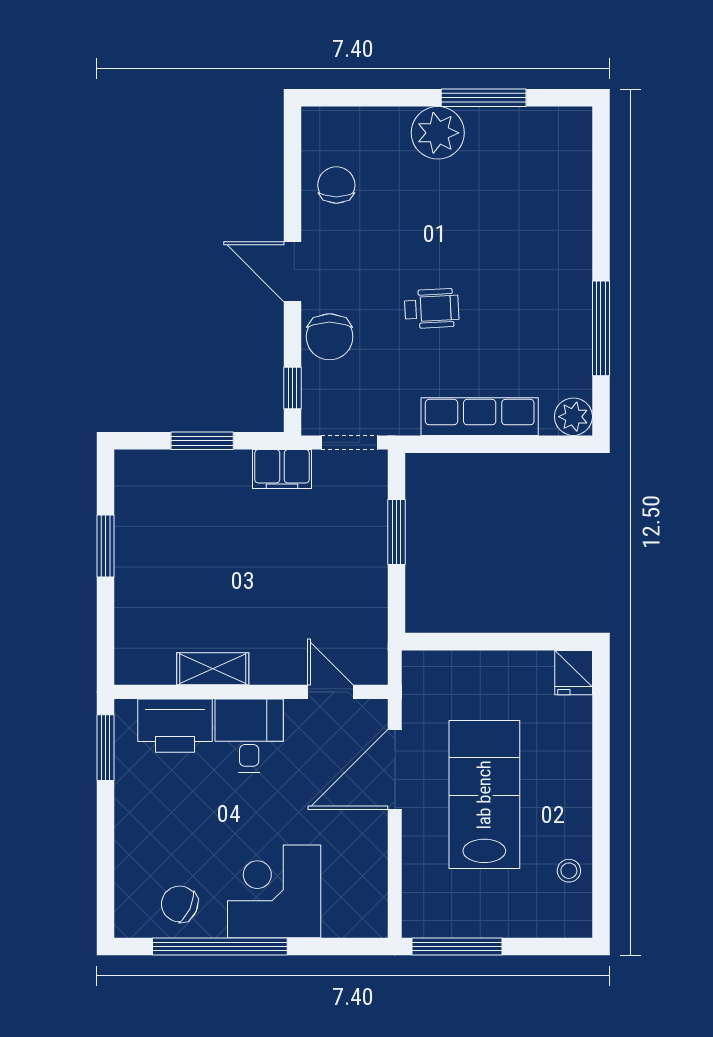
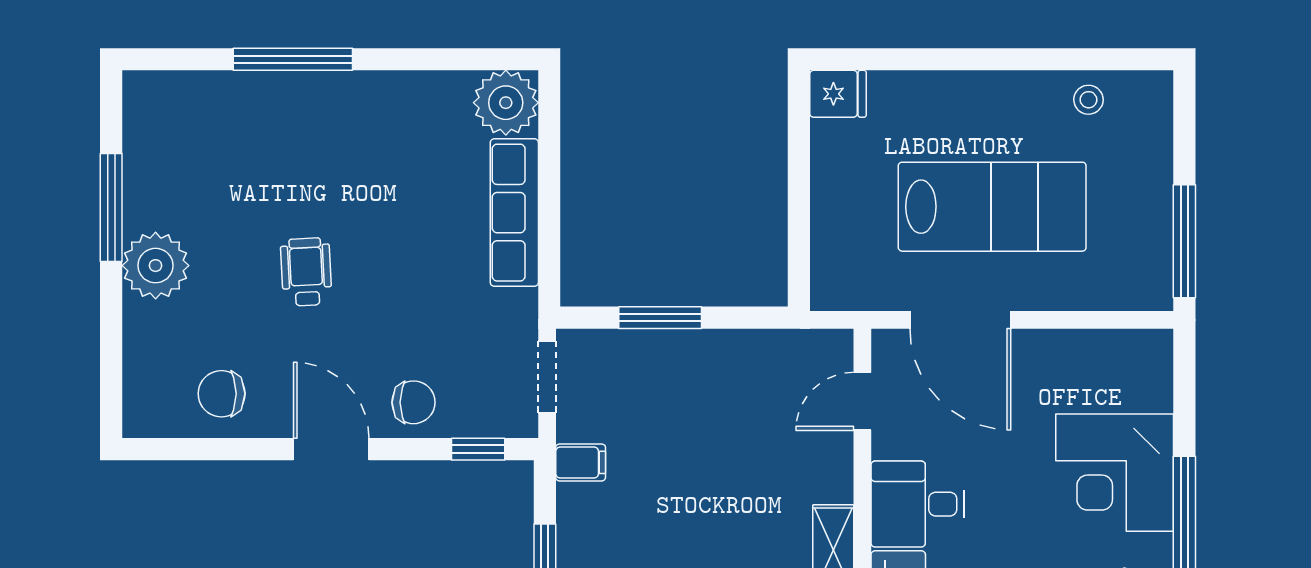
door: (293, 272) -> (331, 449), swing flipped
wheelchair: (432, 309) -> (306, 272), moved
window: (601, 328) -> (293, 59), moved
chair: (330, 337) -> (413, 402), width x0.73, depth x0.73
plant: (573, 417) -> (506, 103), width x1.36, depth x1.36
filing cabinet: (282, 469) -> (581, 462), width x0.50
lab bench: (484, 795) -> (992, 207), turned 180

